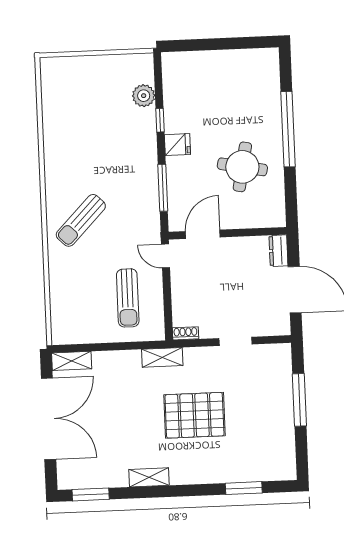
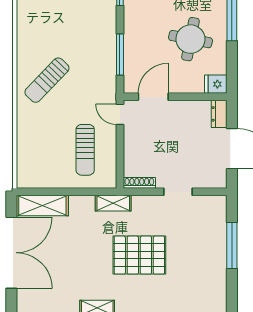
fridge: (177, 145) -> (216, 84), moved, turned 180
shoe rack: (185, 333) -> (139, 183), width x1.43
shelving: (72, 361) -> (42, 206), width x1.50, depth x1.33

